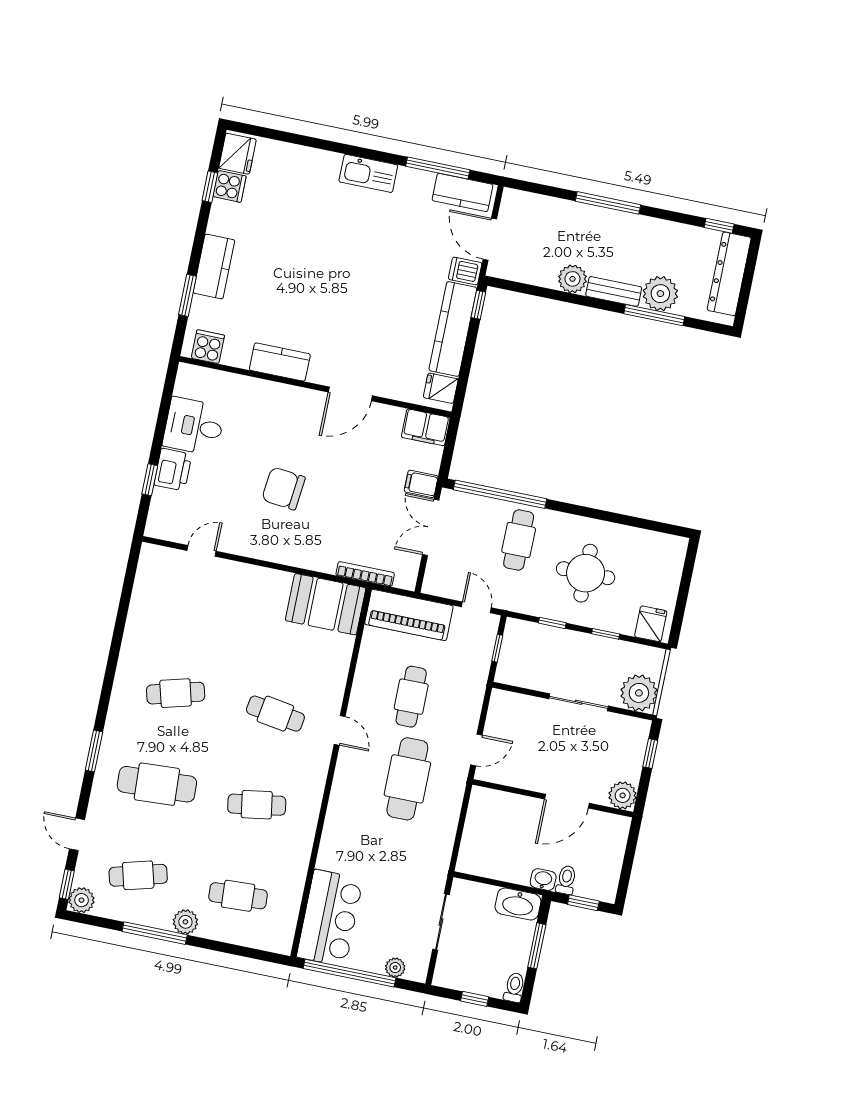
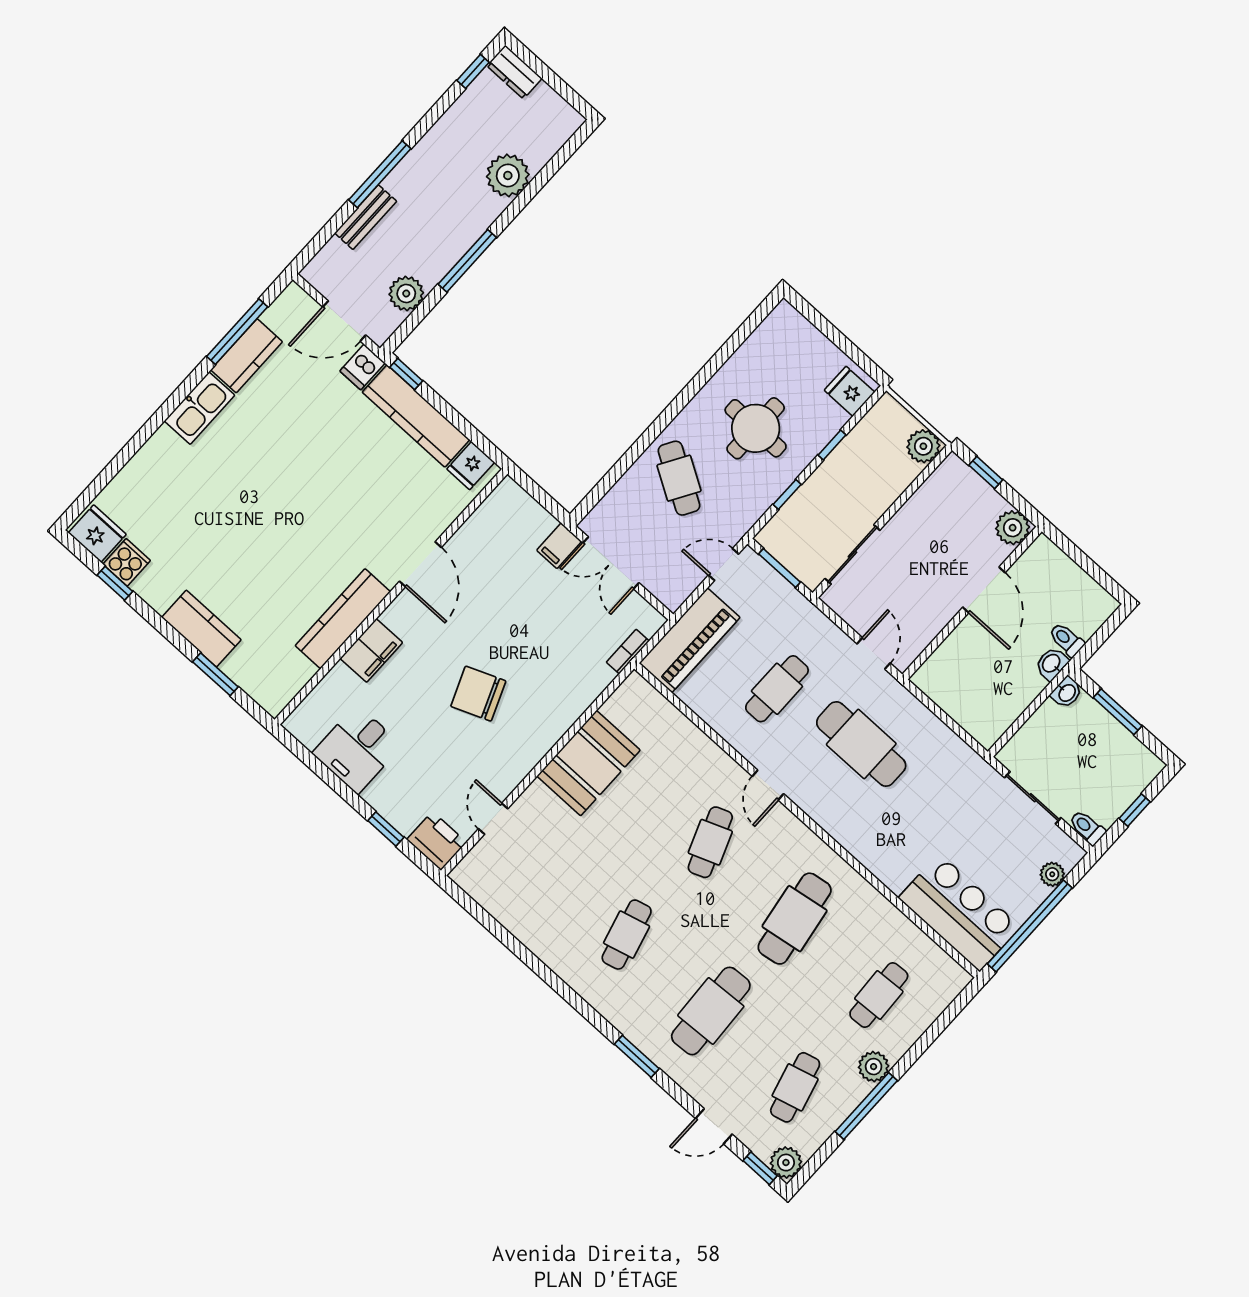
kitchen counter: (462, 192) -> (247, 356), moved
dresser: (729, 274) -> (514, 72), width x0.51, depth x0.80
plant: (572, 279) -> (406, 293), moved
bench: (614, 291) -> (366, 217), moved
window: (654, 315) -> (467, 261), moved
cooker: (208, 347) -> (282, 685), removed
kitchen counter: (280, 362) -> (343, 619), width x1.50
filing cabinet: (426, 427) -> (371, 650), moved
printer: (173, 470) -> (437, 841), moved
chair: (283, 488) -> (478, 694), turned 62
window: (500, 494) -> (619, 469), removed
cafe table: (519, 540) -> (679, 478), turned 31
bookcase: (365, 574) -> (628, 652), width x0.64
booth: (326, 604) -> (588, 763), moved
window: (497, 648) -> (780, 568), width x1.50
plant: (639, 693) -> (923, 446), width x0.73, depth x0.73
cafe table: (411, 697) -> (777, 689), turned 90
sliding door: (578, 702) -> (852, 554), moved
cafe table: (275, 714) -> (710, 842), turned -30
door: (340, 730) -> (768, 785), swing flipped
cafe table: (257, 805) -> (795, 919), width x1.37, depth x1.35
window: (583, 903) -> (1101, 636), removed
washbasin: (518, 904) -> (1067, 693), width x0.52, depth x0.69
toilet: (514, 987) -> (1087, 828), moved

